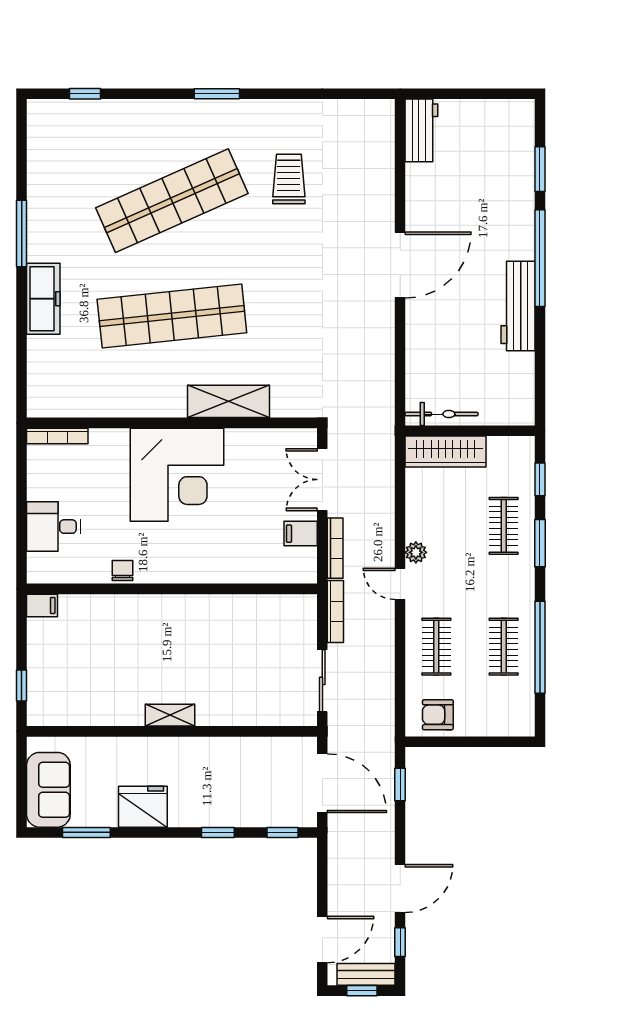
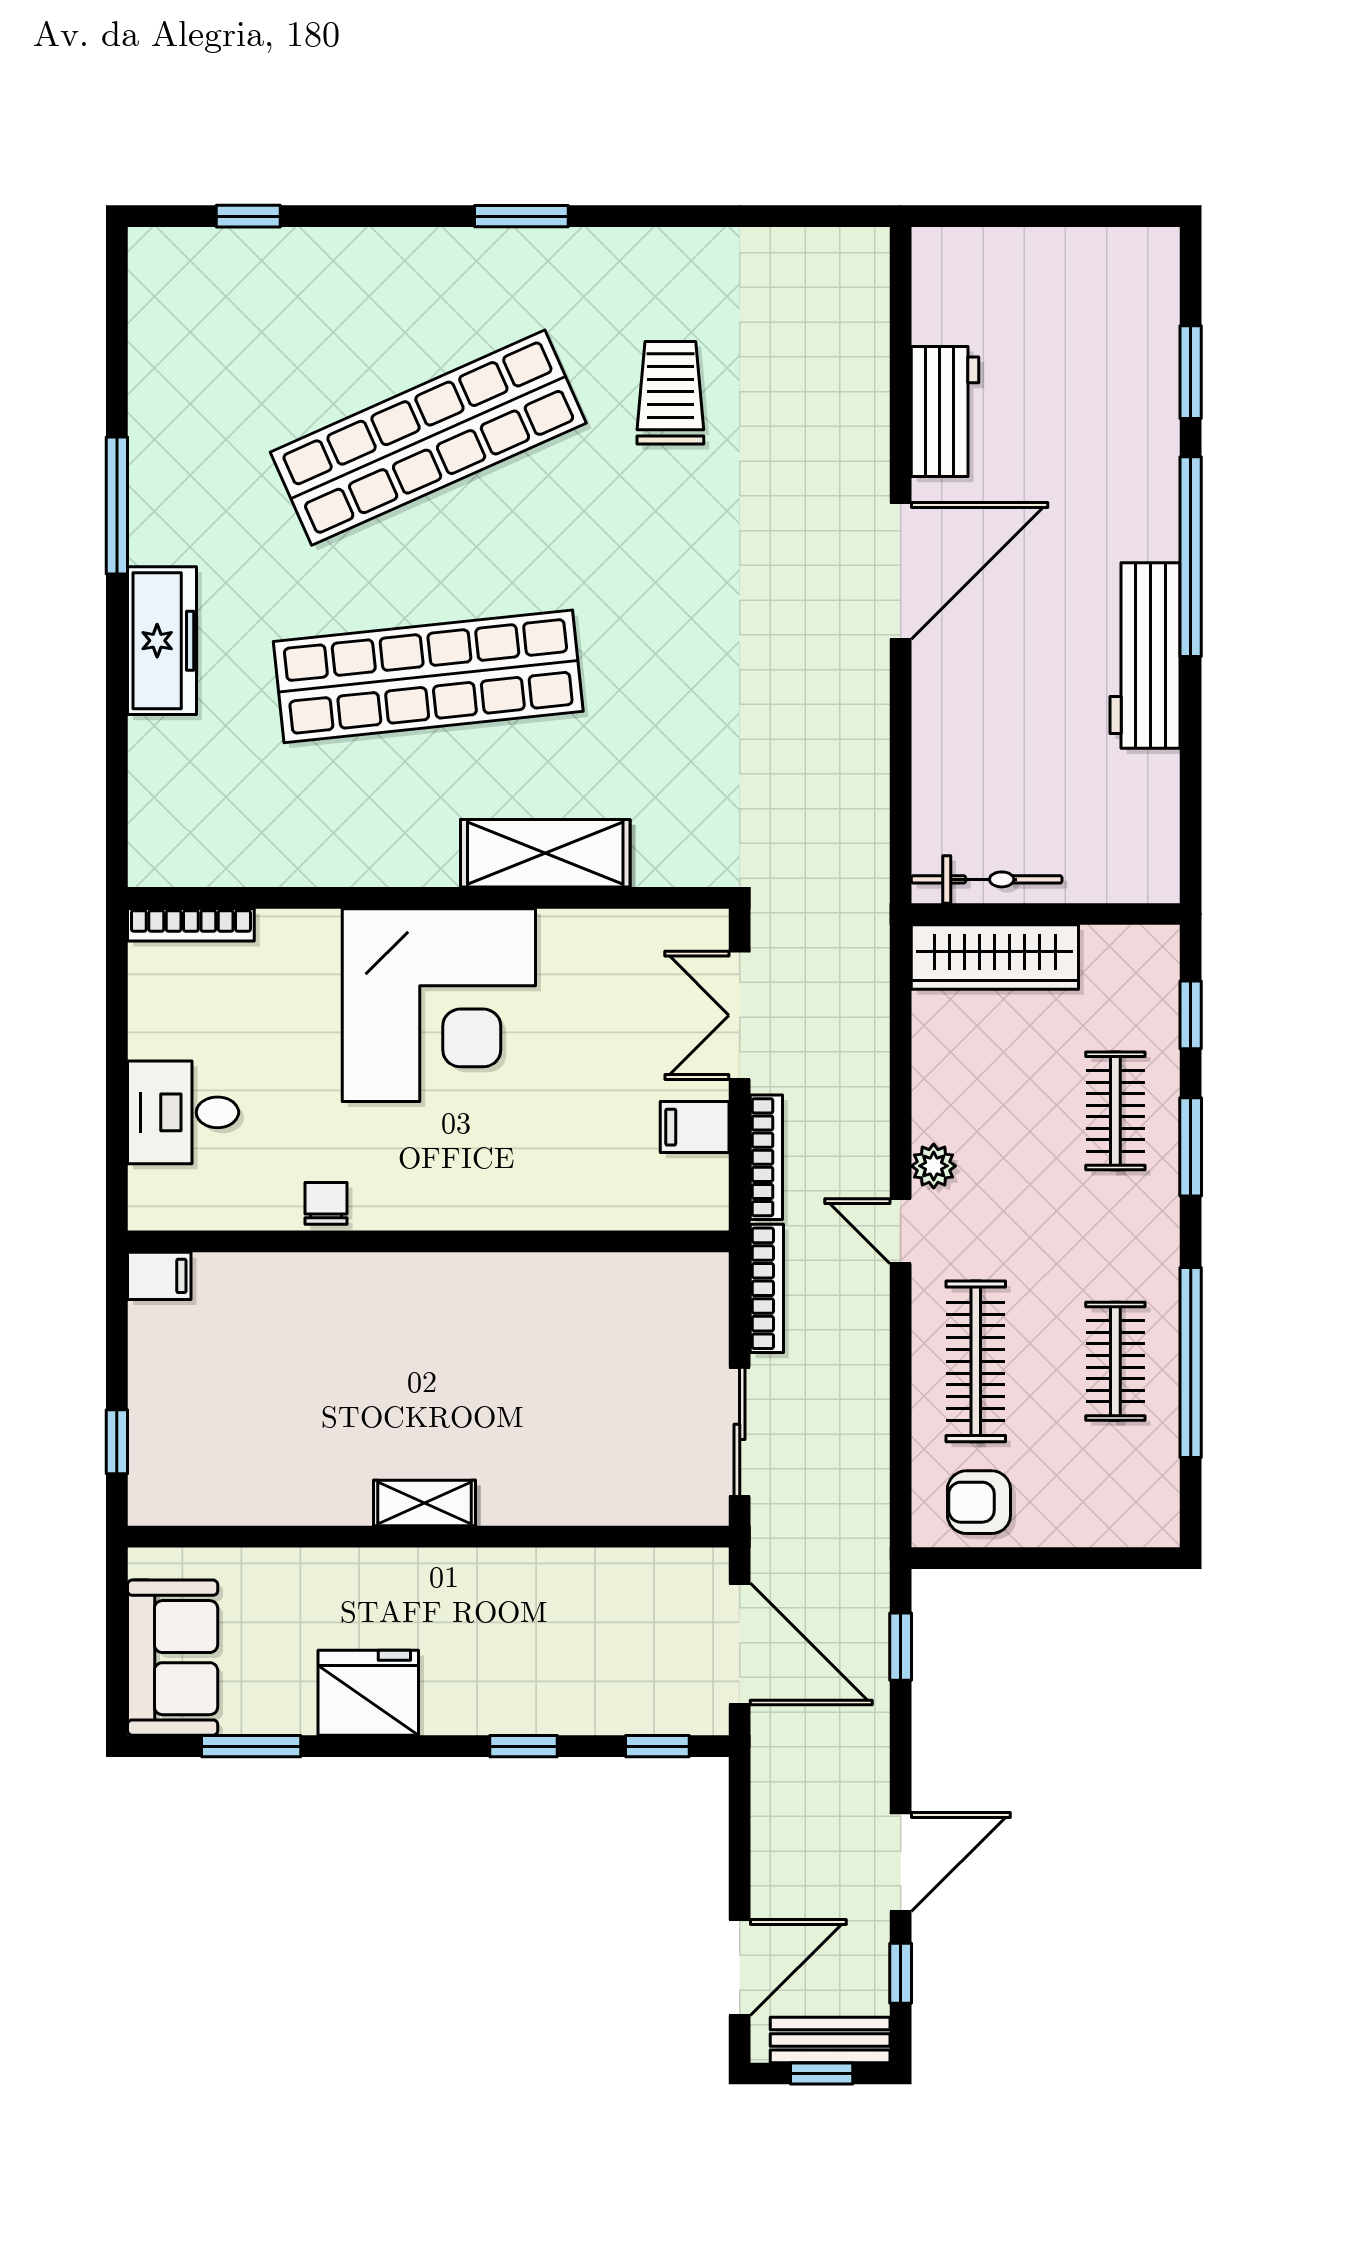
workbench: (421, 130) -> (945, 412), moved
clothes rail: (436, 647) -> (976, 1361), width x1.36

